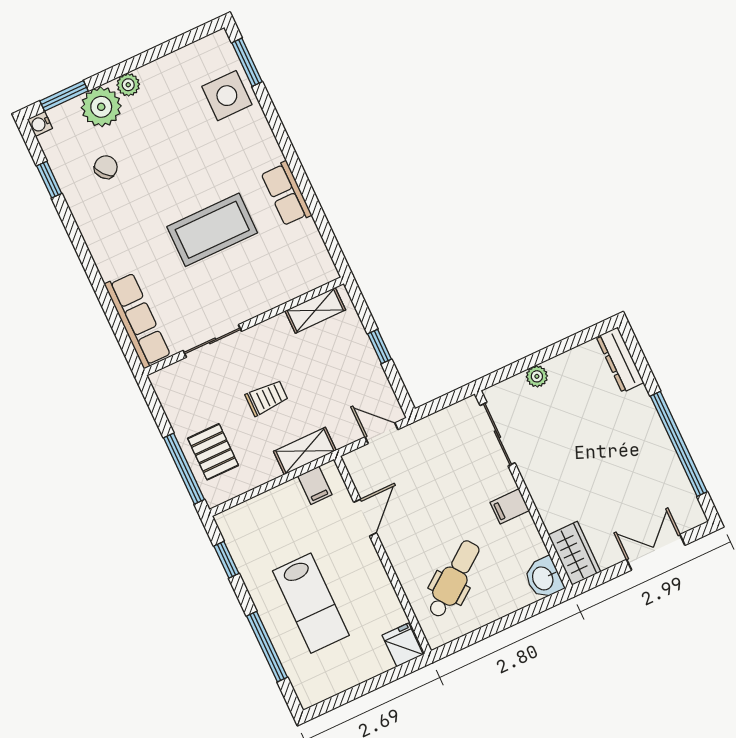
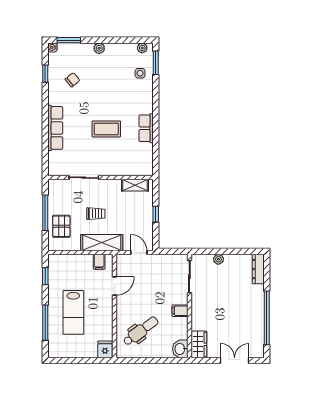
side table: (227, 96) -> (140, 73), width x0.54, depth x0.54
plant: (101, 107) -> (142, 48), moved, width x0.53, depth x0.53
coffee table: (212, 230) -> (106, 129), width x0.73, depth x0.76
row of seats: (138, 320) -> (55, 128), moved
shelving: (305, 451) -> (102, 243), width x1.50, depth x1.33
window: (184, 469) -> (45, 213), moved

